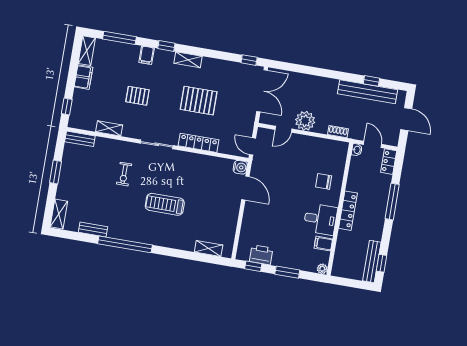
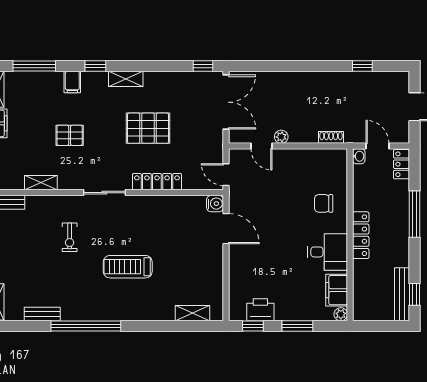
bench: (367, 92) -> (360, 81), removed
plant: (305, 121) -> (281, 137), width x0.53, depth x0.53
door: (283, 129) -> (261, 146), hinge flipped
filing cabinet: (323, 244) -> (337, 290), width x2.00

